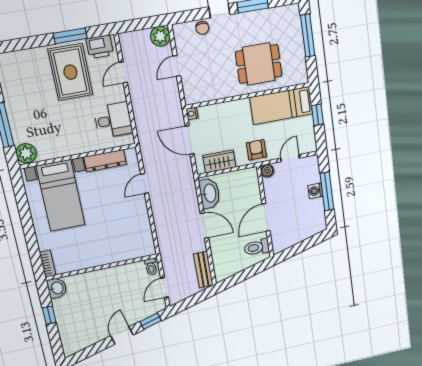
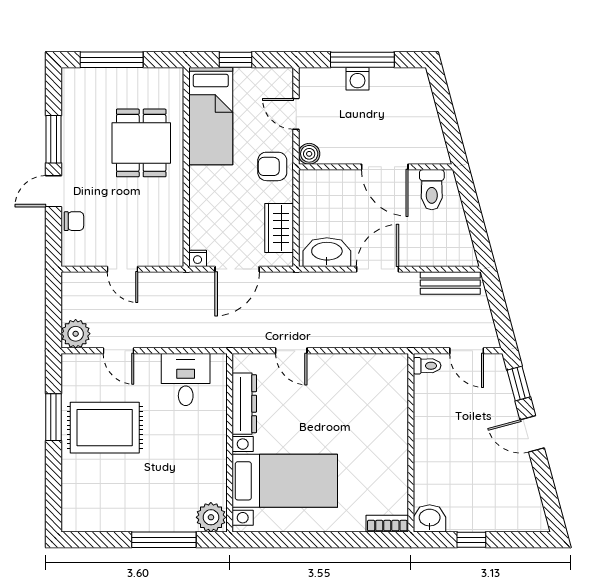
plant: (160, 36) -> (76, 334), moved
printer: (100, 47) -> (76, 378), removed

